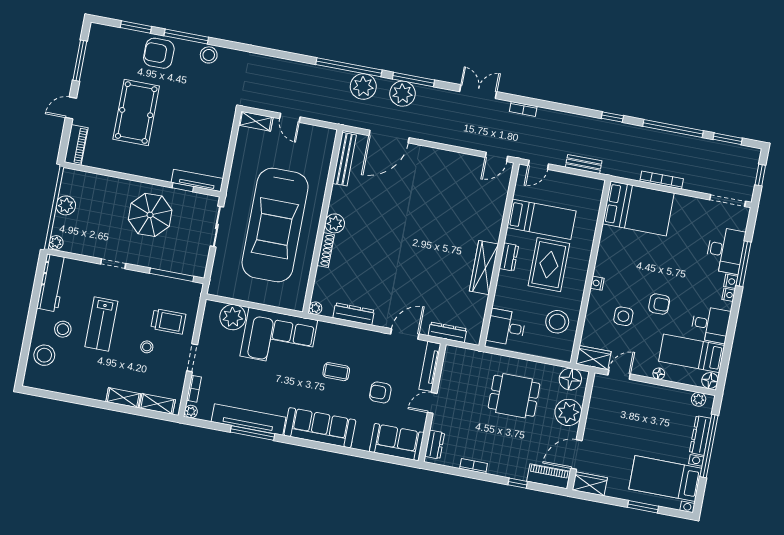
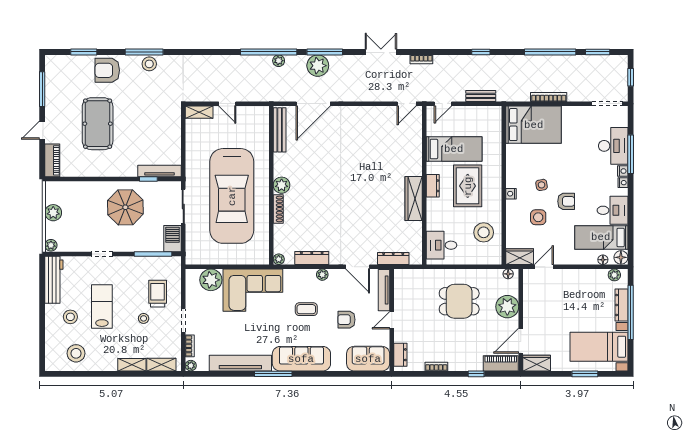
window: (186, 36) -> (144, 52), moved
plant: (363, 86) -> (279, 61), width x0.53, depth x0.53
window: (612, 117) -> (481, 52), moved
barbecue: (197, 261) -> (172, 239), added
side table: (634, 280) -> (542, 185), added
trolley: (168, 321) -> (158, 294), turned -90
lab bench: (101, 324) -> (102, 306), turned 180
door: (405, 334) -> (358, 267), swing flipped
plant: (362, 335) -> (322, 275), added
stool: (44, 355) -> (76, 353), moved
floor lamp: (659, 374) -> (603, 260), moved
floor lamp: (570, 379) -> (508, 274), width x0.53, depth x0.53
window: (252, 433) -> (273, 374), moved

